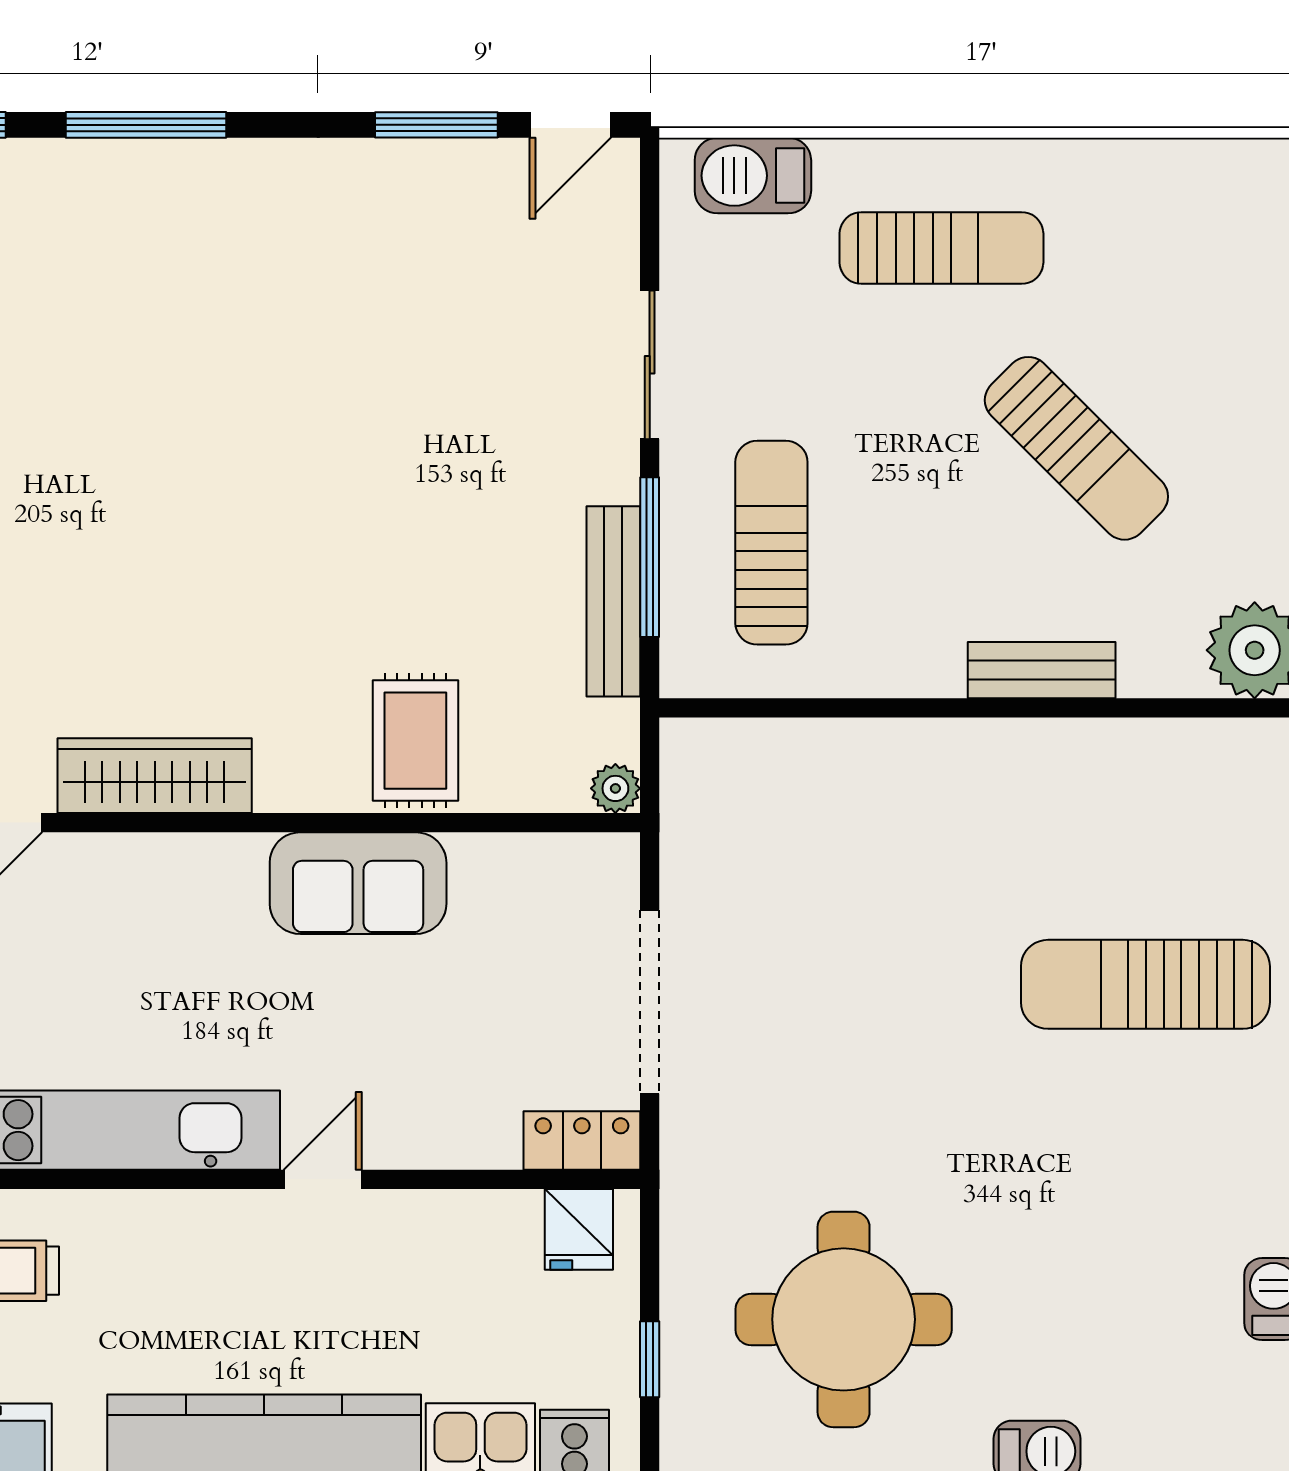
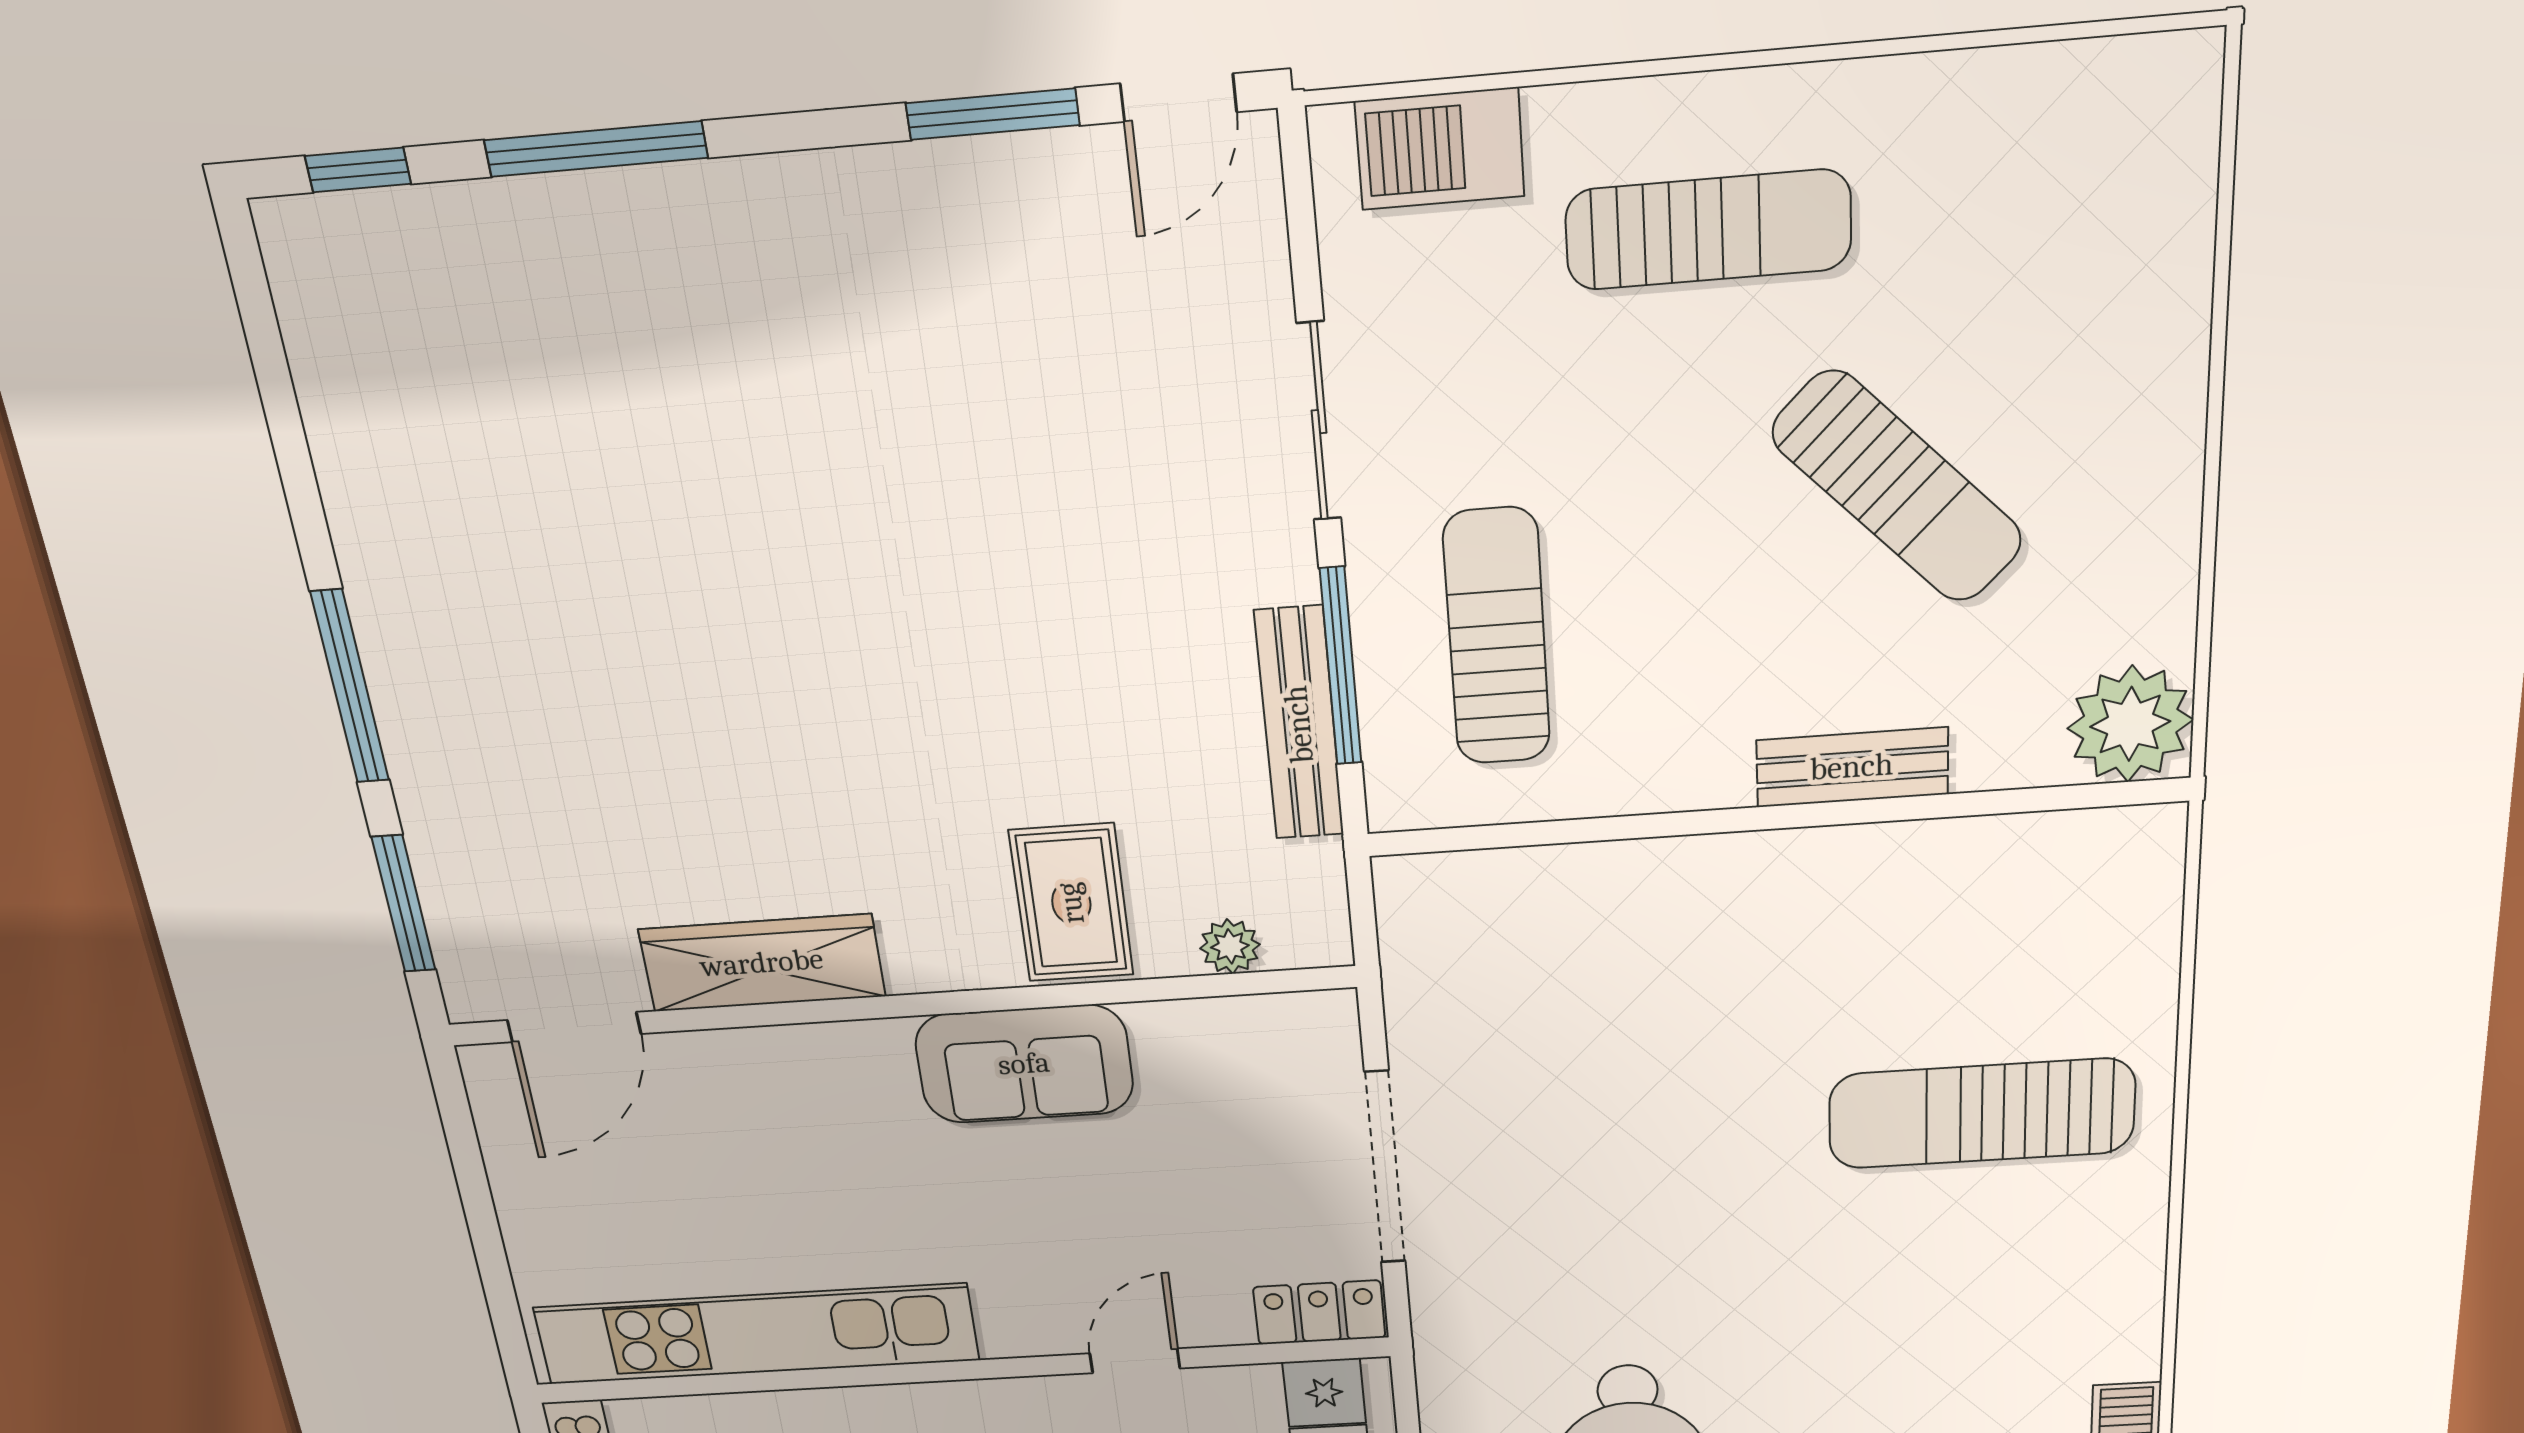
plant: (615, 788) -> (1230, 946), moved
door: (323, 1179) -> (1135, 1361), moved

